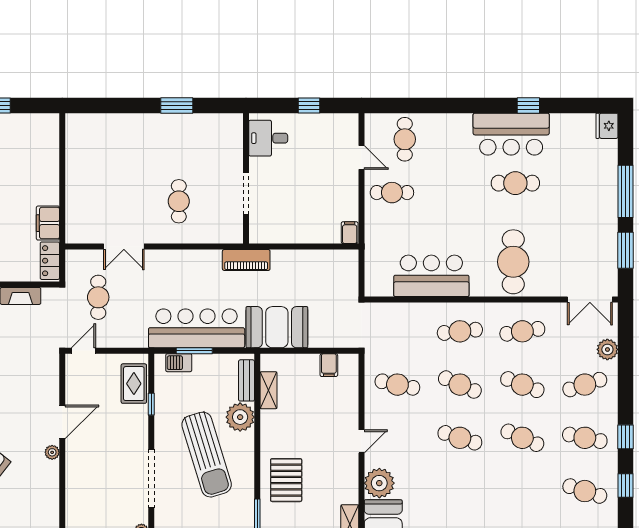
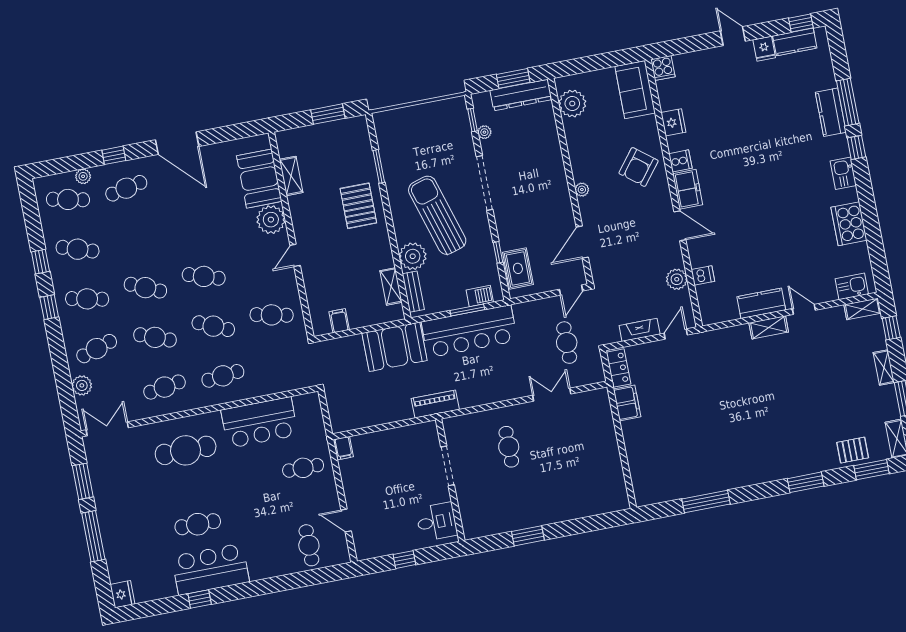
cafe table: (392, 193) -> (303, 468), moved
cafe table: (513, 262) -> (186, 450), turned 90
door: (62, 422) -> (582, 242), moved

